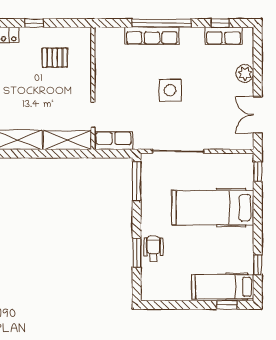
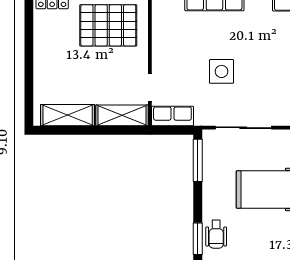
pallet: (55, 58) -> (108, 25), width x2.05, depth x2.00
side table: (170, 90) -> (222, 71), moved
wheelchair: (153, 249) -> (216, 234), turned 180

